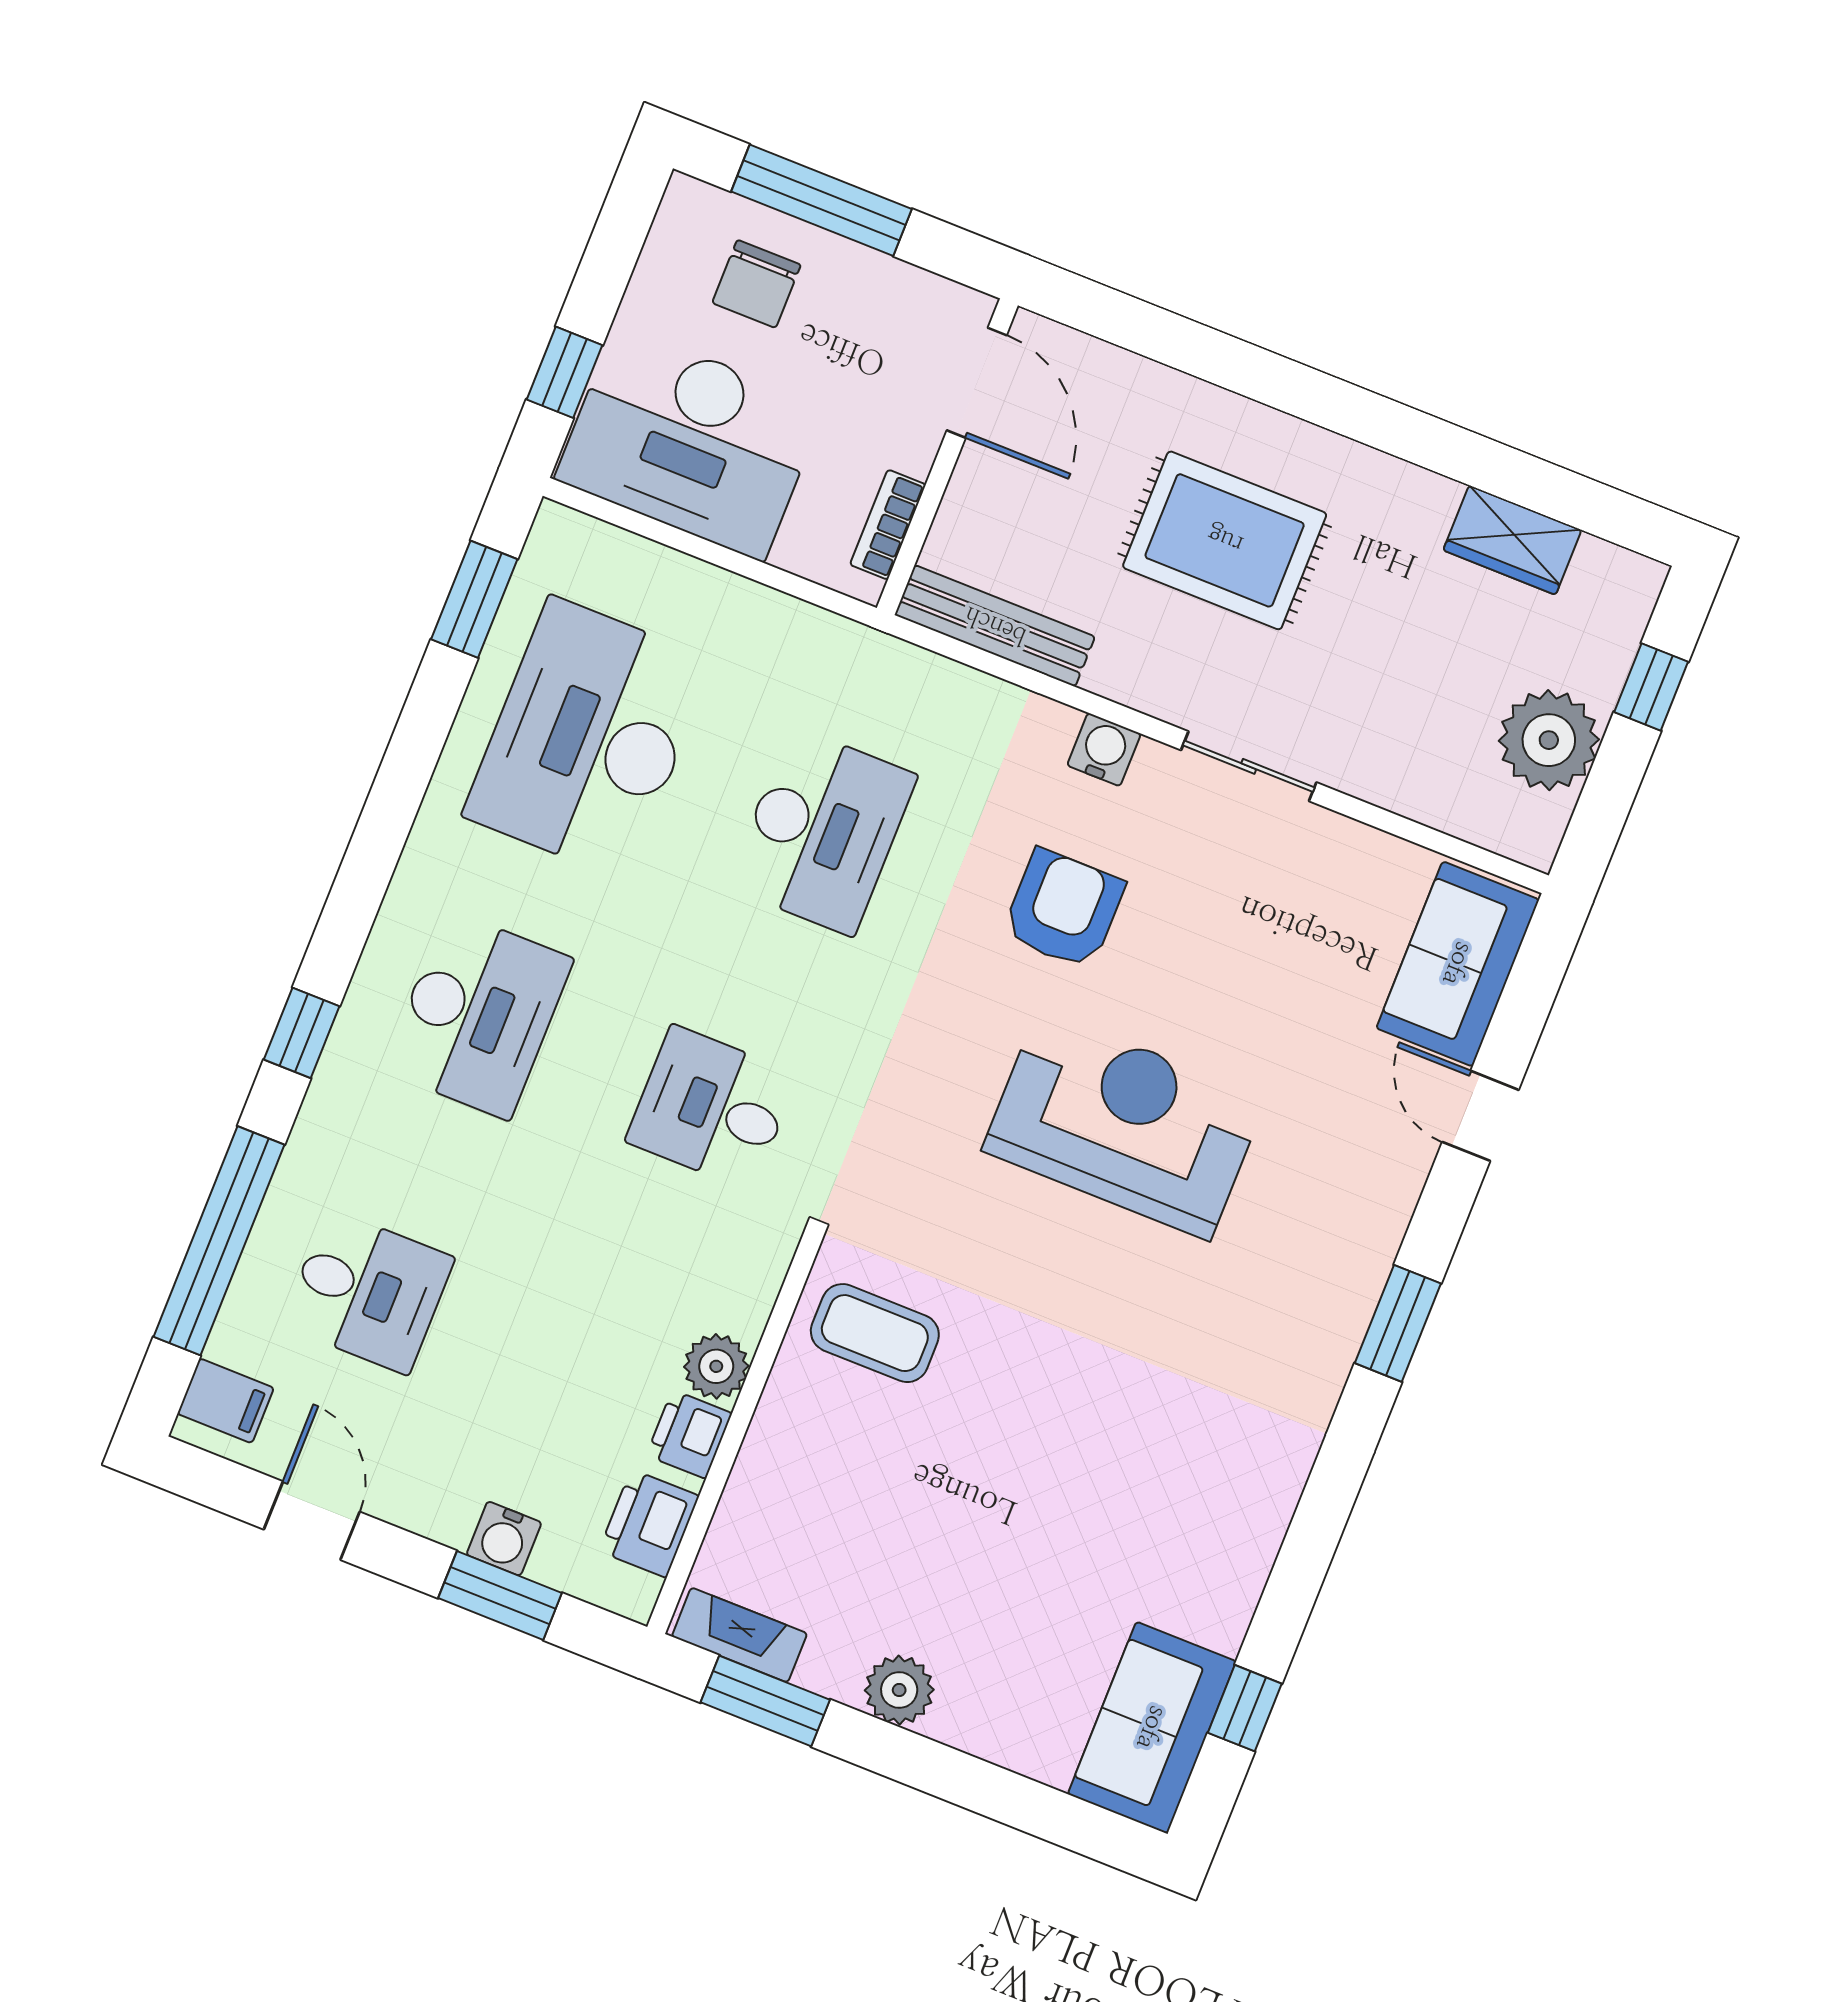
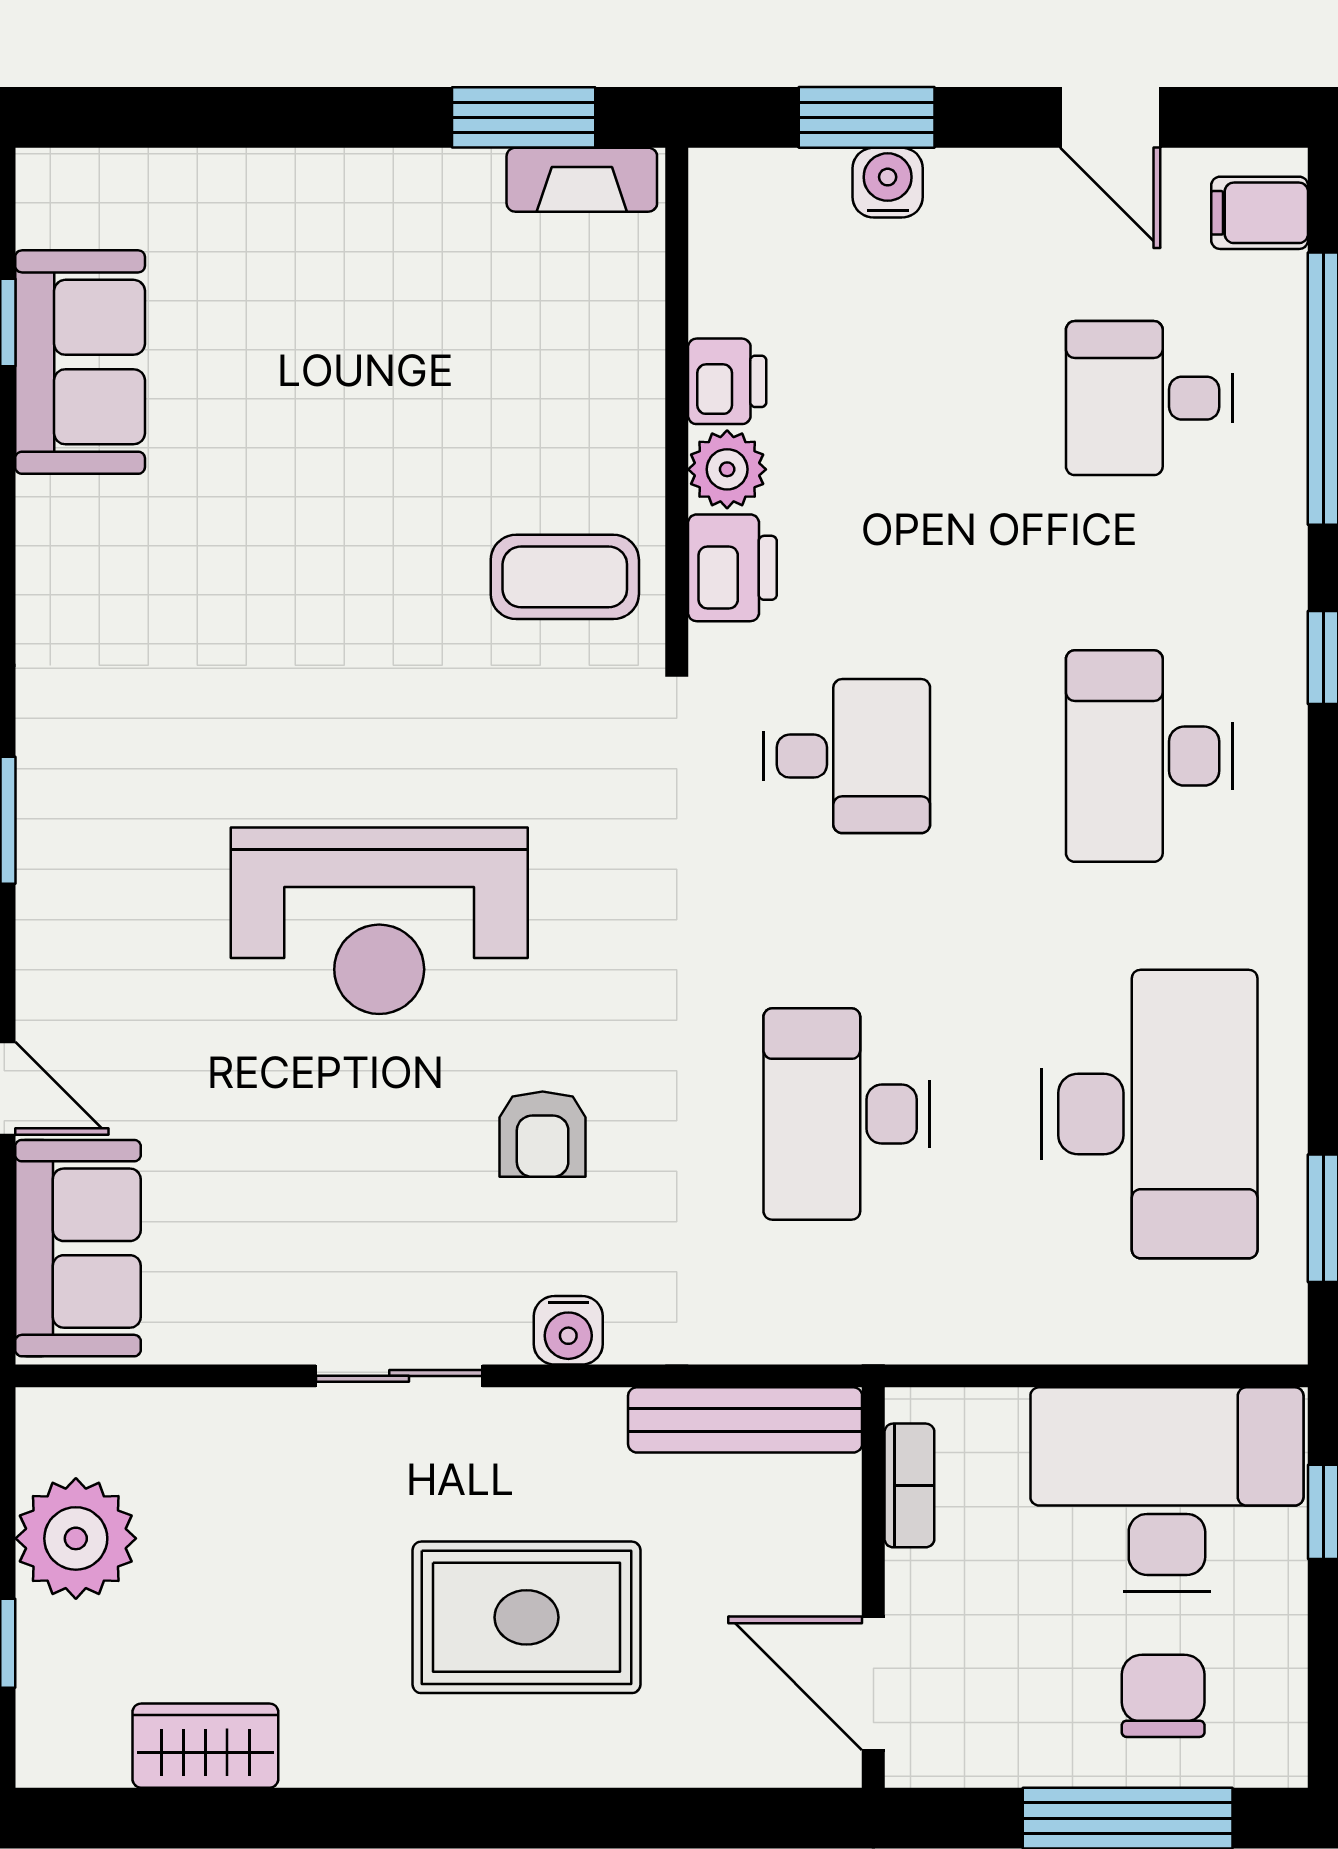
armchair: (1064, 909) -> (543, 1134), width x0.72, depth x0.72
printer: (649, 1524) -> (732, 568), moved
plant: (899, 1690) -> (379, 189), removed
sofa: (1152, 1728) -> (80, 362), moved

